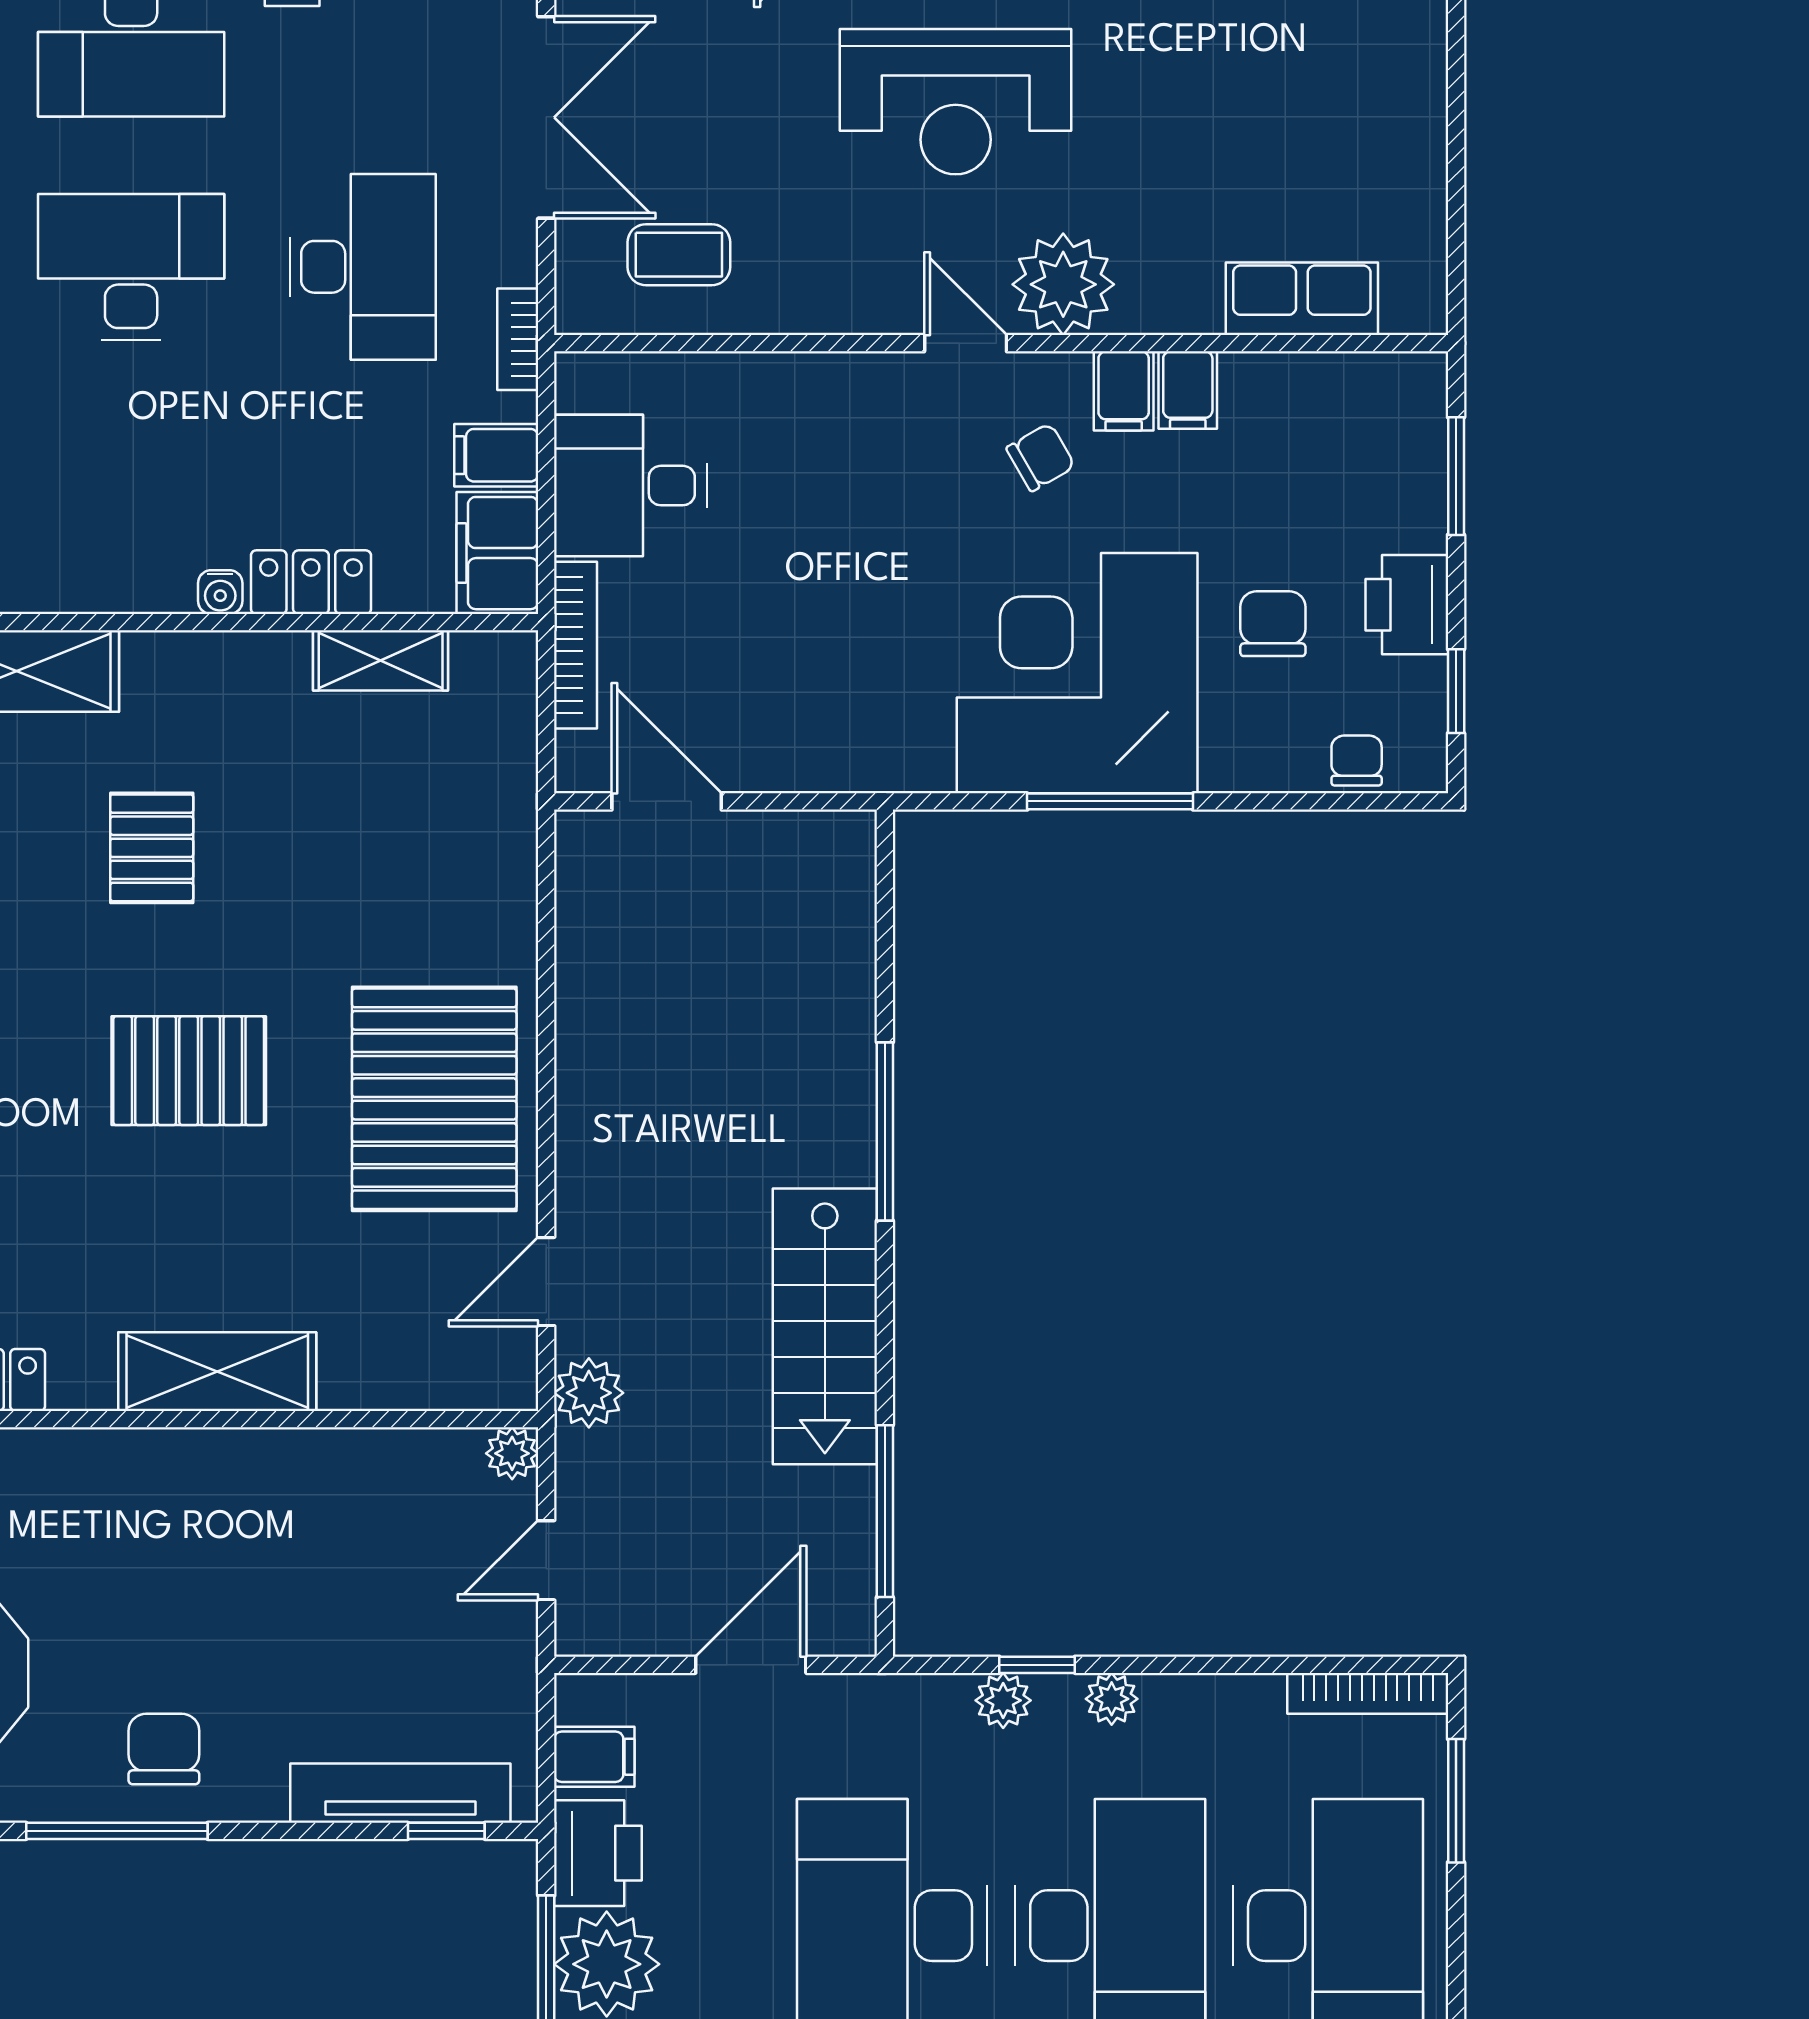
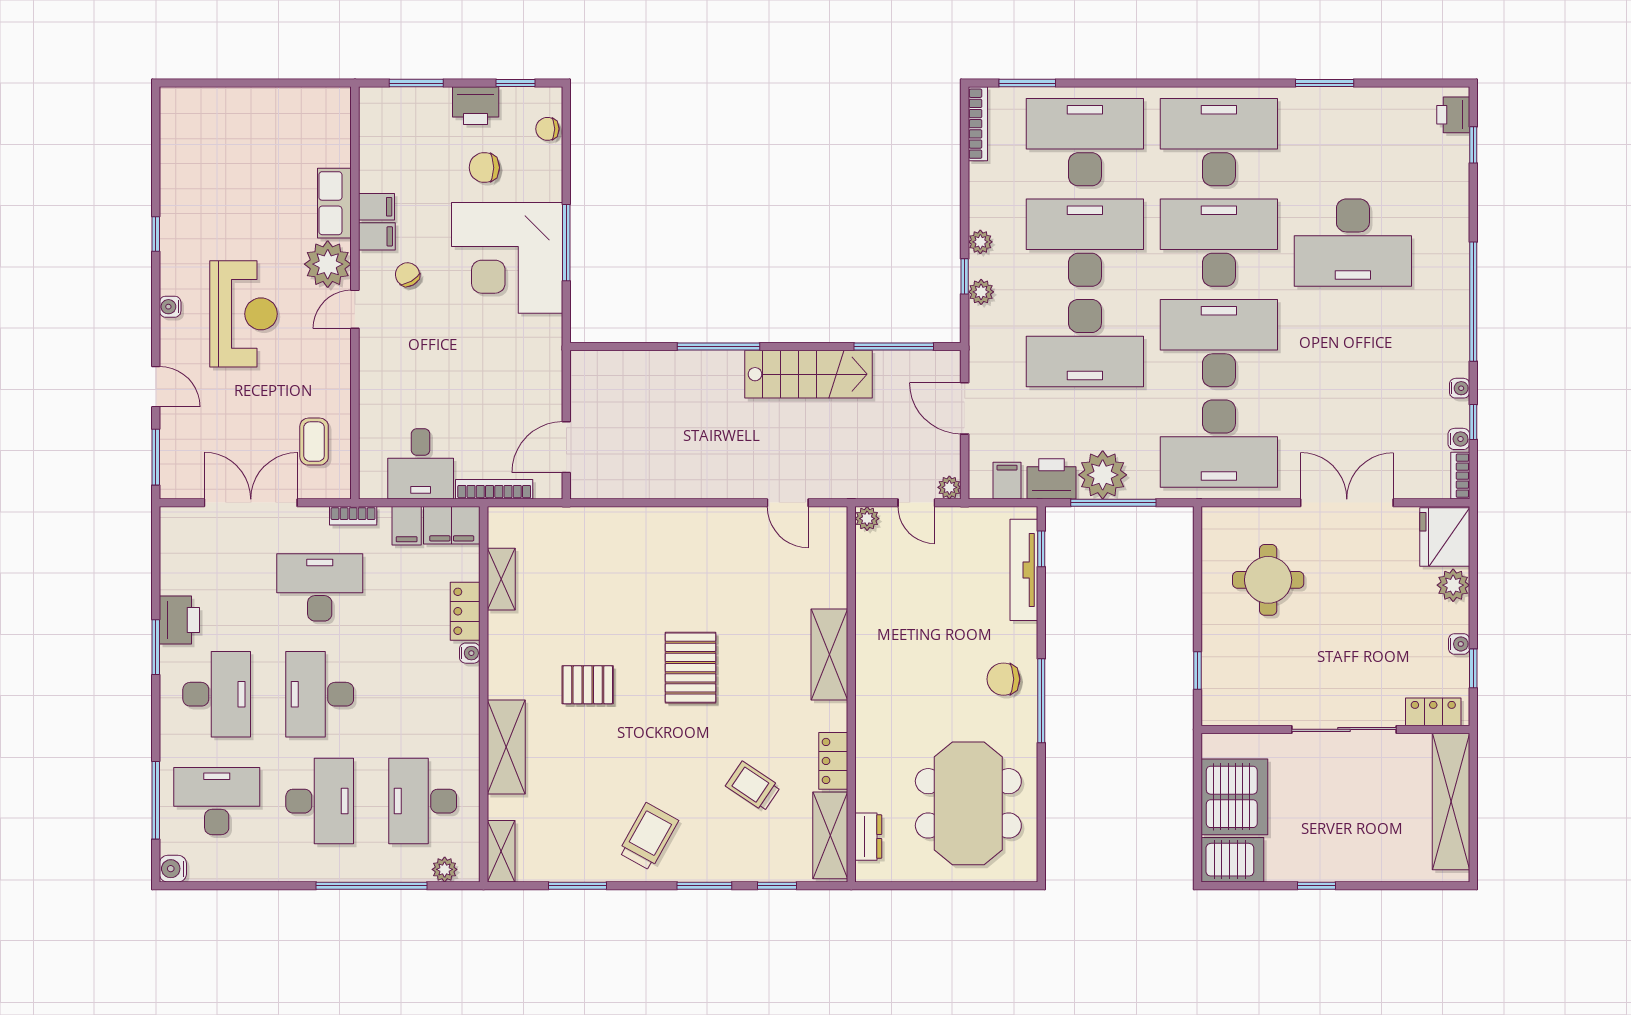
row of seats: (1302, 299) -> (334, 203), moved
pallet: (434, 1099) -> (704, 554), removed
plant: (589, 1393) -> (949, 487), moved, width x0.73, depth x0.73

